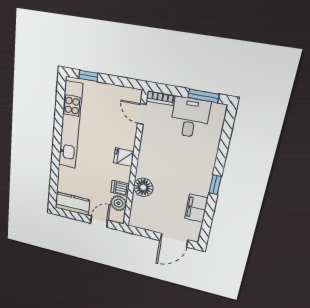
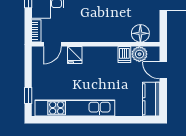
fridge: (124, 157) -> (75, 55), moved
floor lamp: (143, 187) -> (140, 33), moved

